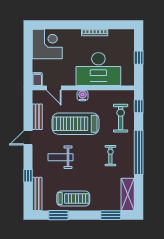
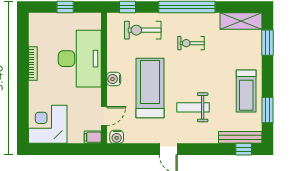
water cooler: (38, 98) -> (117, 137), added
bench: (37, 117) -> (141, 137), removed
treadmill: (76, 124) -> (150, 88), turned 180
weight bench: (61, 157) -> (193, 107), turned 90
window: (28, 176) -> (244, 149), moved
treadmill: (73, 199) -> (246, 91), turned 180

